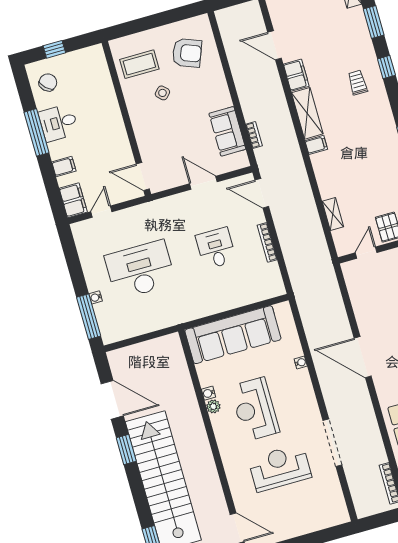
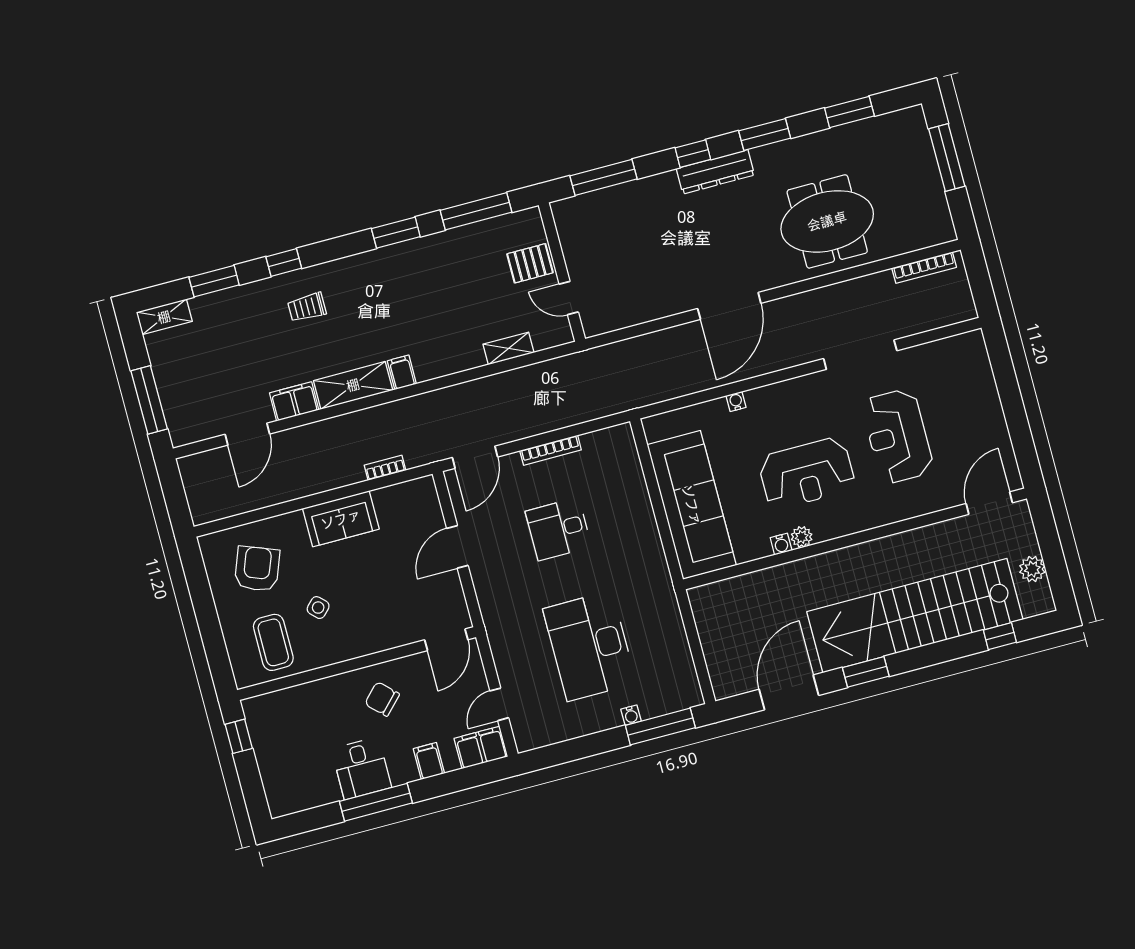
window: (54, 49) -> (239, 736), moved
chair: (48, 82) -> (382, 699), moved
sofa: (227, 131) -> (341, 519), moved
door: (101, 212) -> (499, 704), hinge flipped

